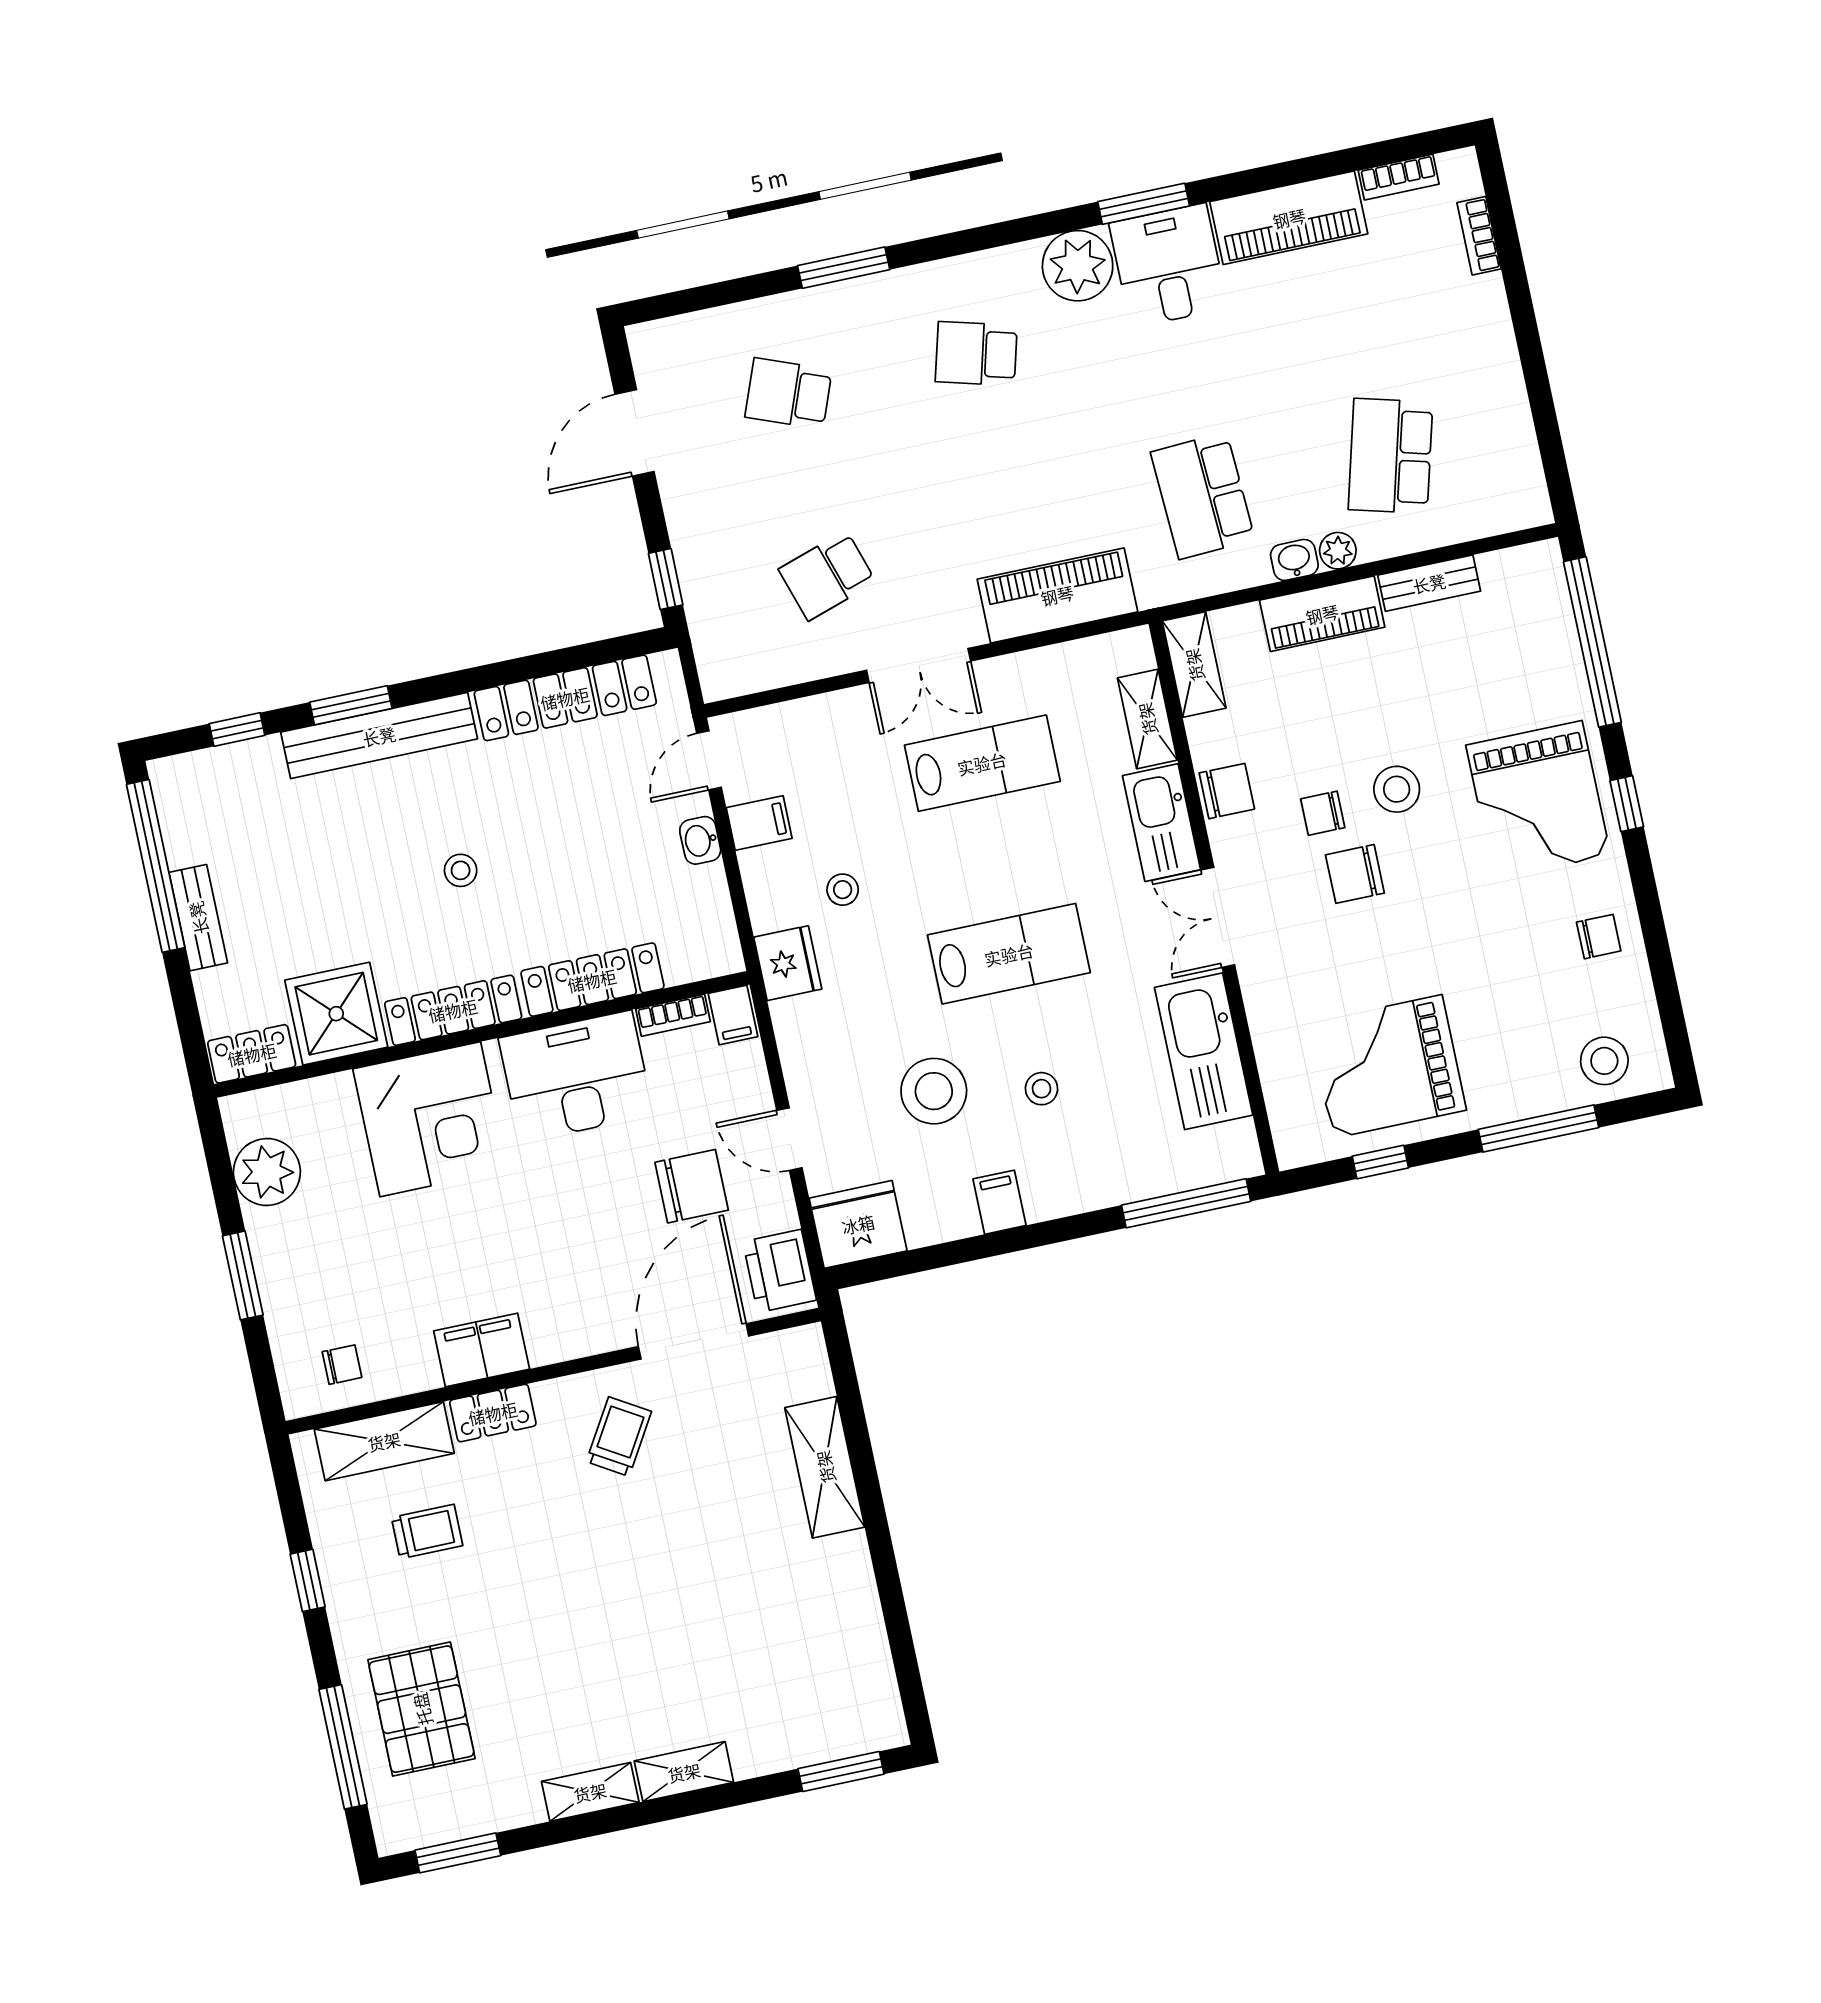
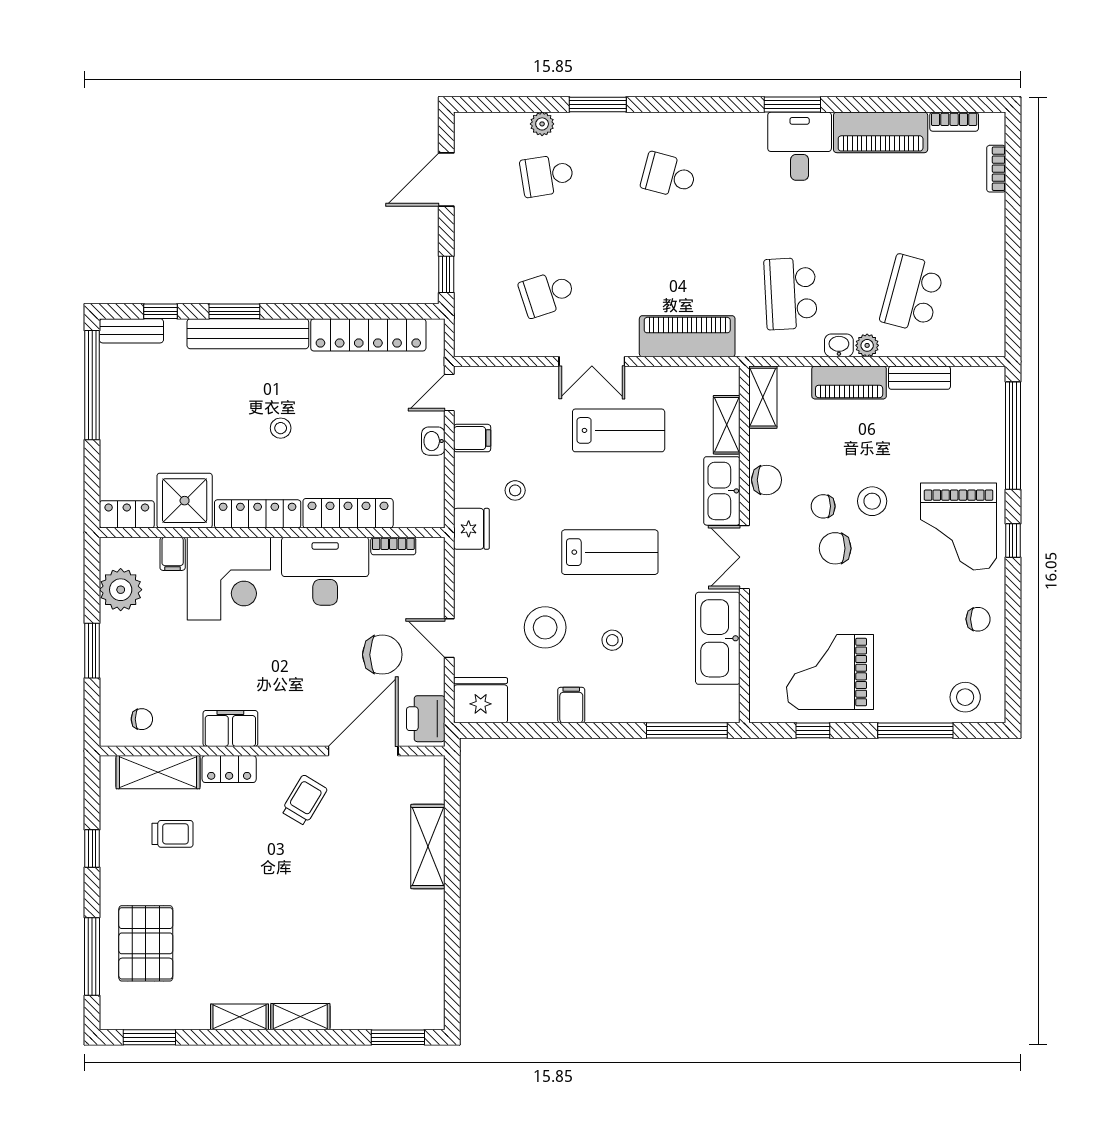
plant: (1078, 266) -> (542, 124), moved, width x0.53, depth x0.53
school desk: (789, 393) -> (547, 175), turned -30
bench: (198, 918) -> (131, 331), moved, turned 90
filing cabinet: (733, 1015) -> (173, 554), moved

